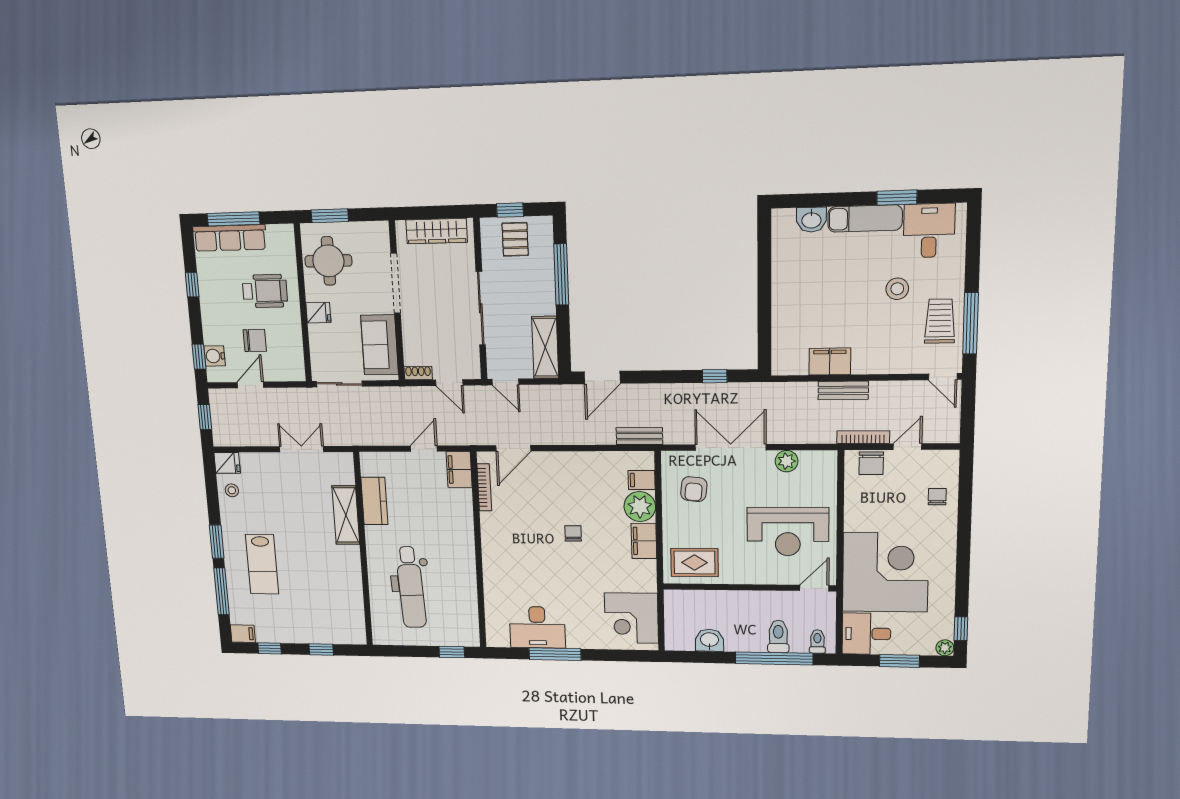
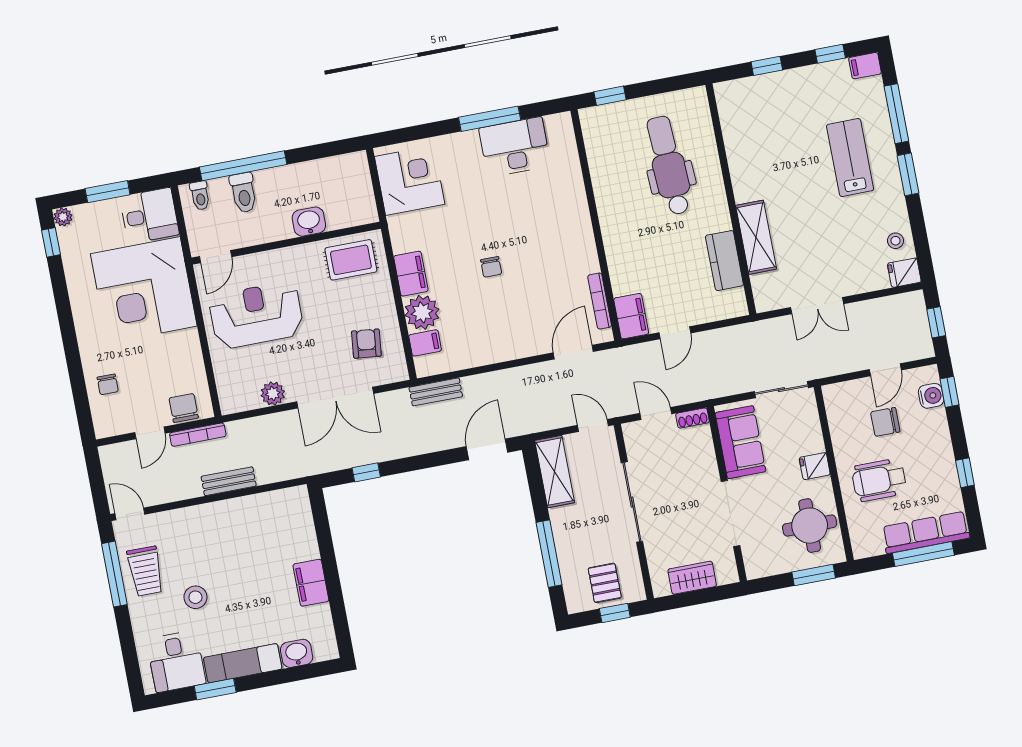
wardrobe: (437, 231) -> (692, 578), width x0.67
filing cabinet: (830, 361) -> (311, 583), moved, turned 90
washbasin: (709, 640) -> (309, 222), moved, turned 180

